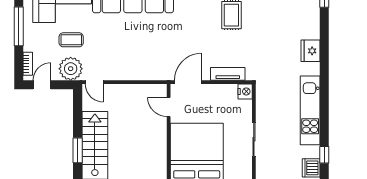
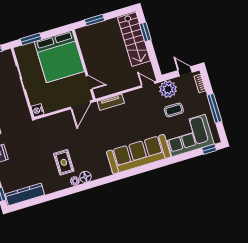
tv unit: (228, 74) -> (111, 102), moved
door: (42, 85) -> (185, 71), swing flipped

